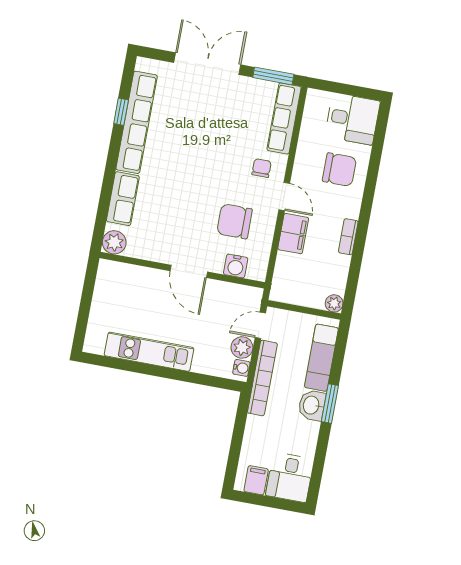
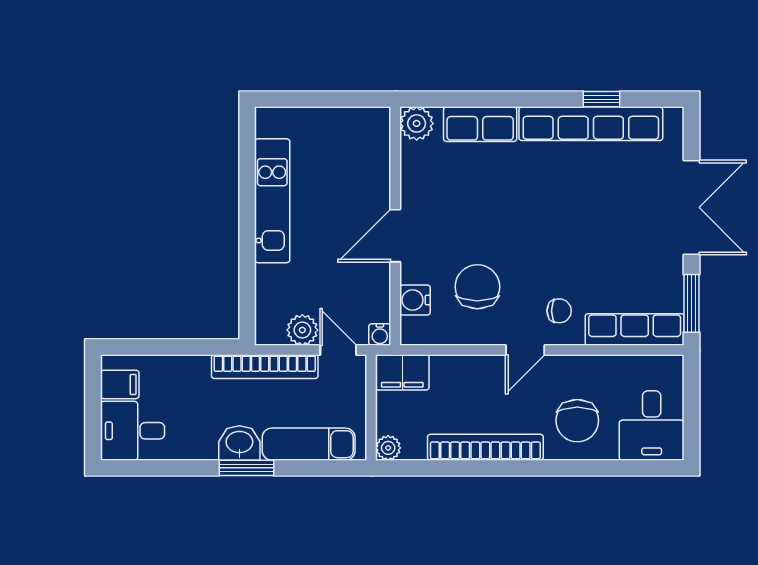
filing cabinet: (293, 234) -> (402, 372), moved
bookcase: (348, 237) -> (485, 447), width x2.31, depth x1.31
water cooler: (241, 368) -> (380, 335), moved

